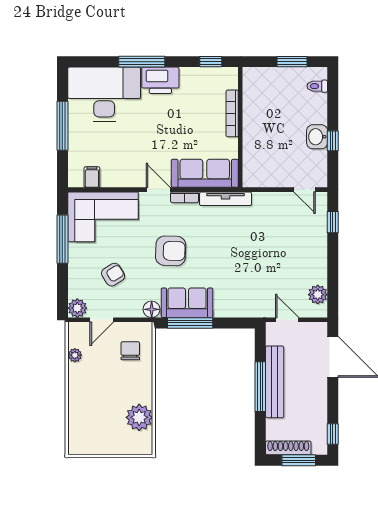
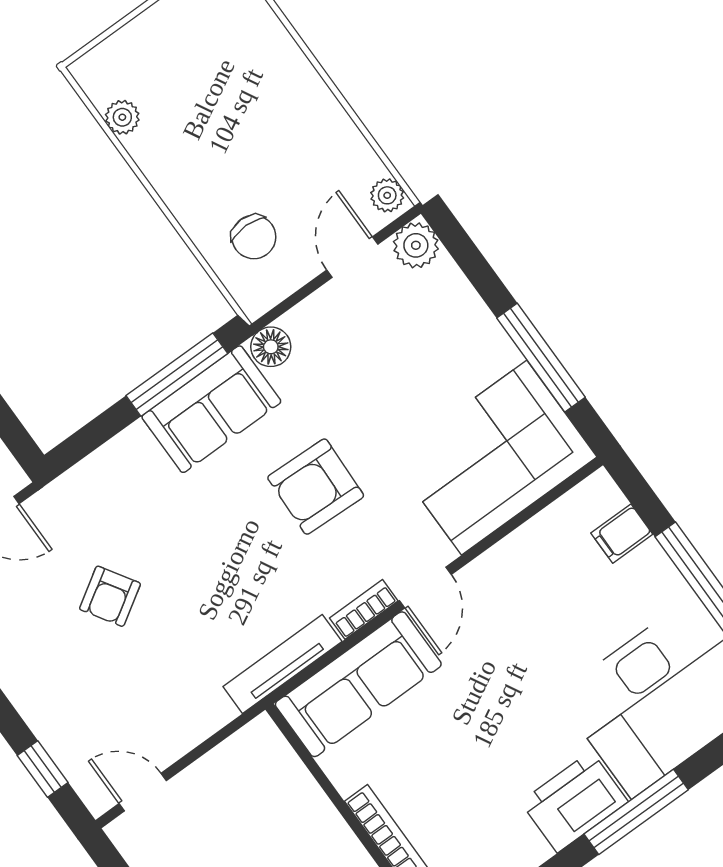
filing cabinet: (92, 177) -> (622, 534), moved, turned 90
door: (158, 190) -> (425, 587), hinge flipped
armchair: (113, 275) -> (110, 596), moved
plant: (75, 355) -> (387, 195), moved
plant: (139, 417) -> (122, 117), width x0.53, depth x0.53

